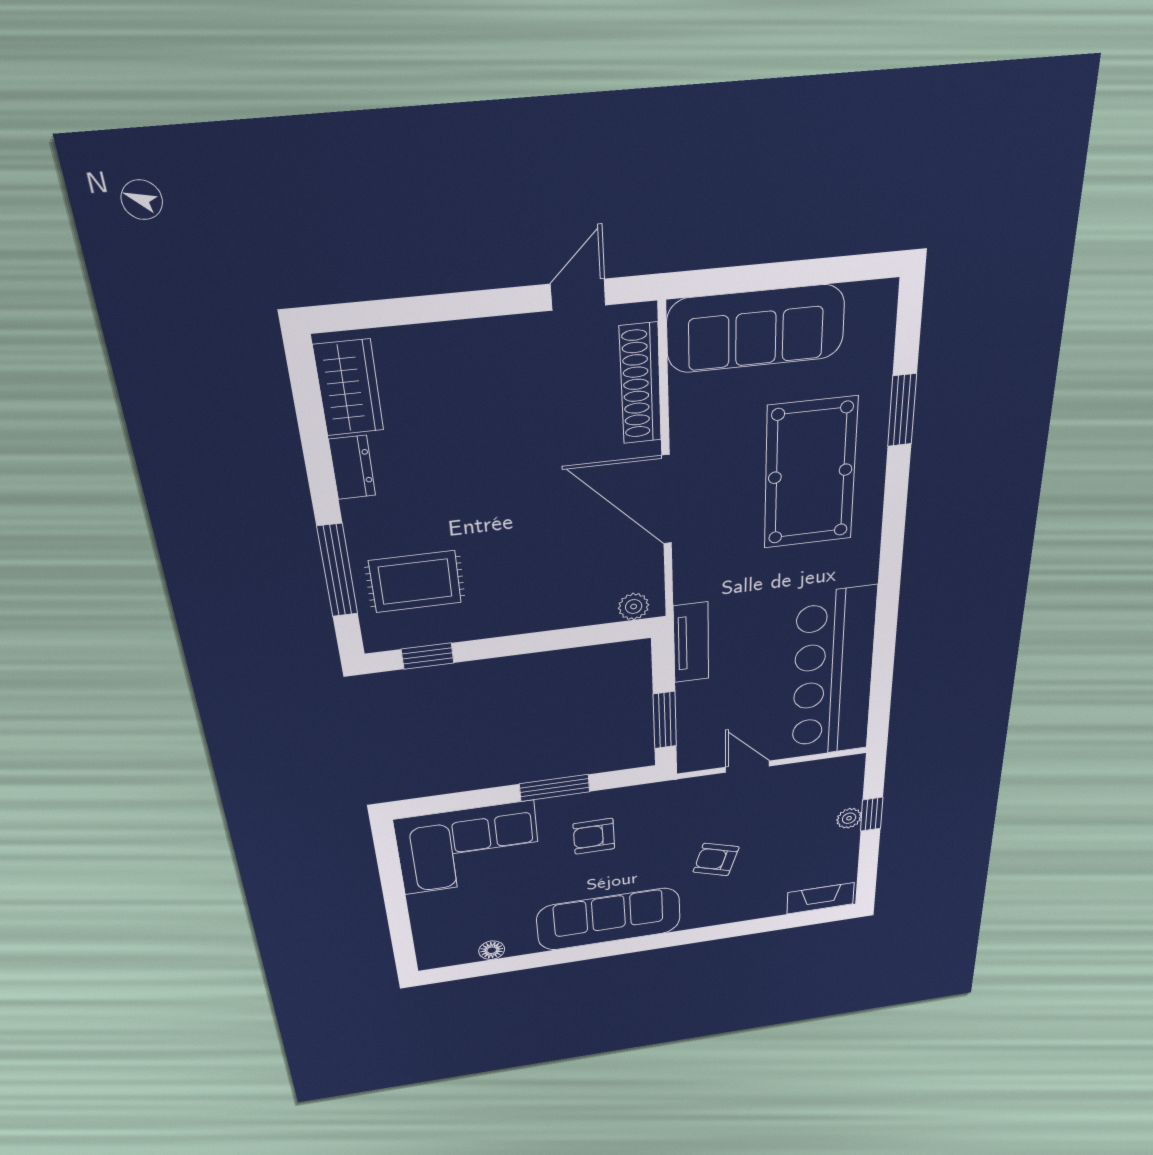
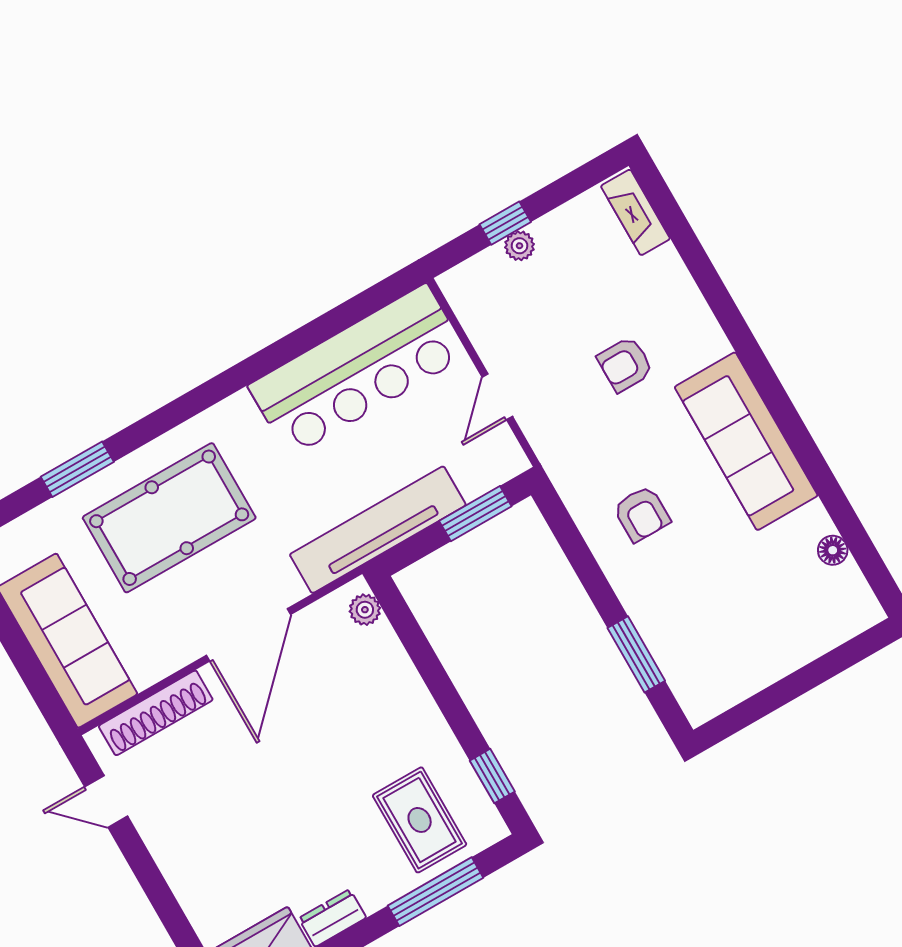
tv unit: (691, 643) -> (378, 530), width x1.92, depth x1.29
window: (555, 788) -> (636, 654), moved
corner sofa: (469, 848) -> (702, 638), removed
armchair: (716, 859) -> (625, 364), turned 72

